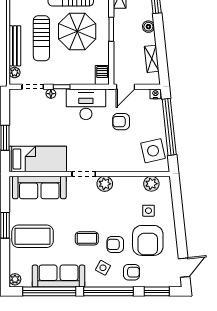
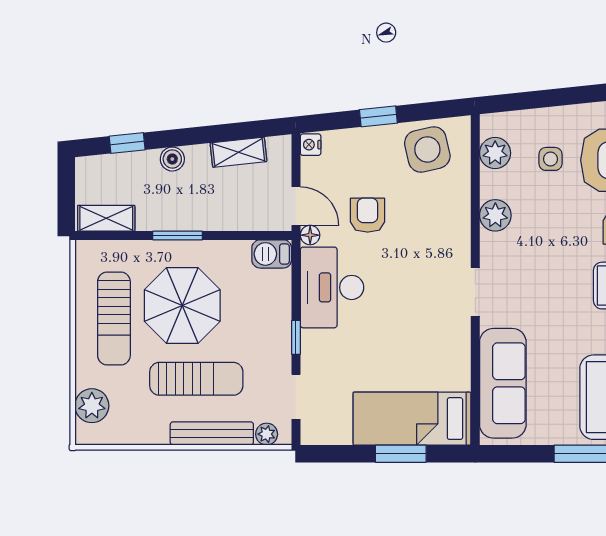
floor lamp: (51, 94) -> (310, 235), moved
armchair: (121, 122) -> (368, 215), turned 180
window: (169, 127) -> (378, 116), width x0.32
bed: (38, 159) -> (412, 419), moved, turned -90
plant: (105, 184) -> (495, 215), moved

